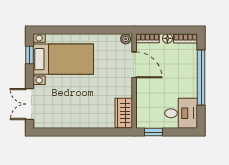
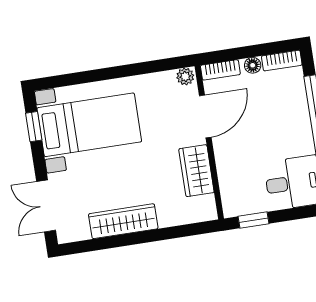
door: (134, 65) -> (205, 116), hinge flipped
wardrobe: (124, 113) -> (196, 171), moved
wardrobe: (75, 121) -> (123, 221), added

